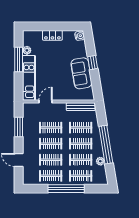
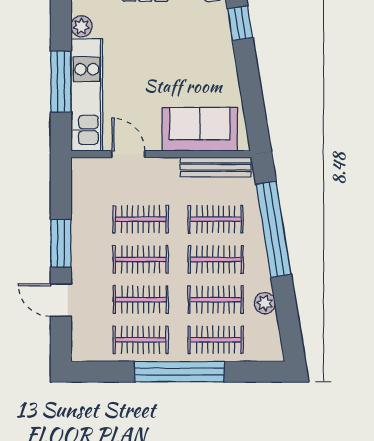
window: (19, 59) -> (61, 82), moved
window: (93, 63) -> (240, 23), moved
sofa: (81, 73) -> (200, 129), moved, turned 99
door: (46, 102) -> (128, 154), hinge flipped
window: (19, 127) -> (61, 243), moved
window: (106, 145) -> (274, 229), moved

